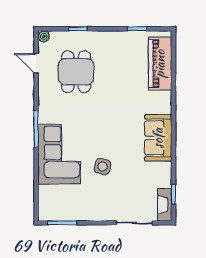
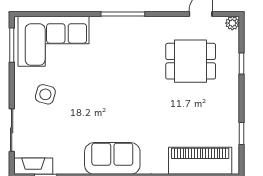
corner sofa: (59, 154) -> (53, 41), moved
side table: (103, 167) -> (45, 94), moved

